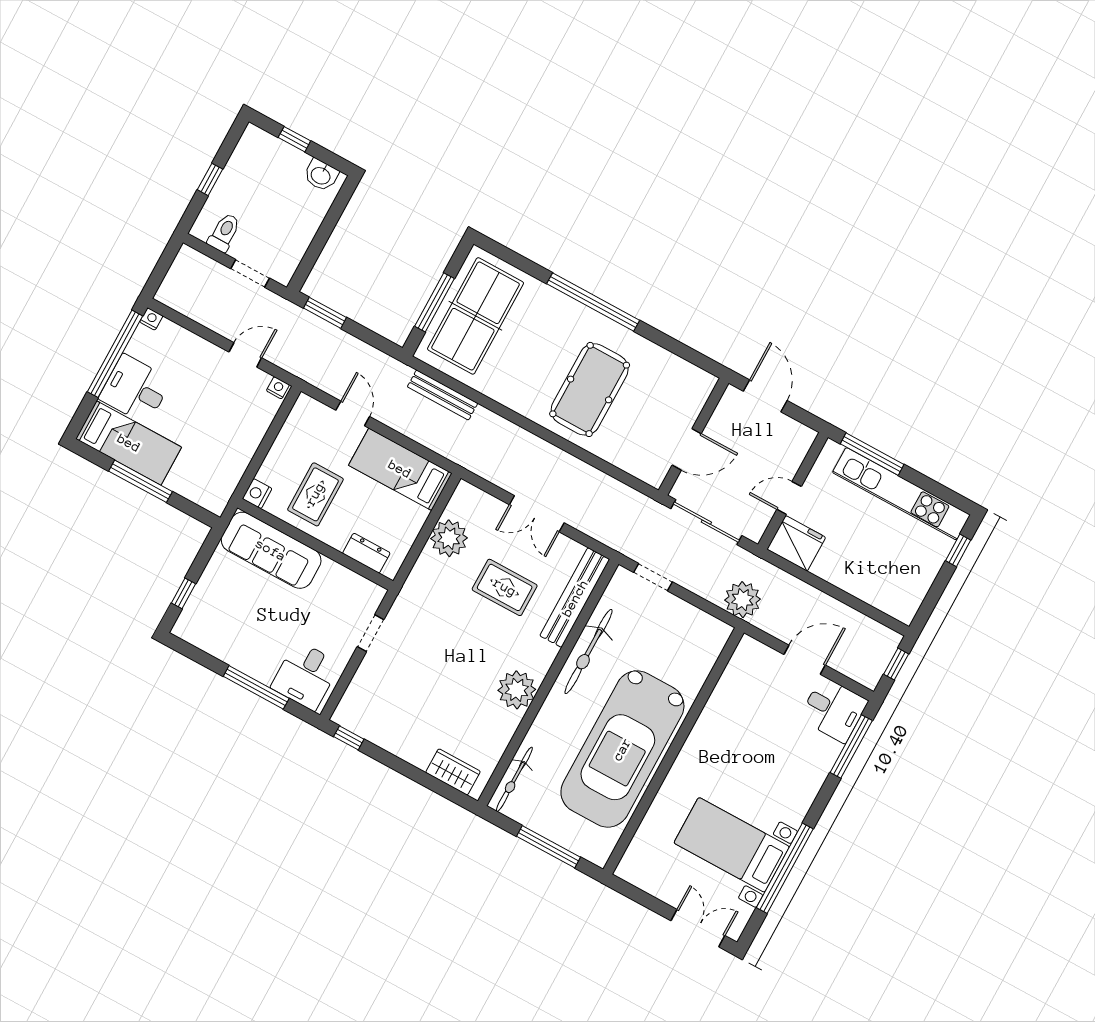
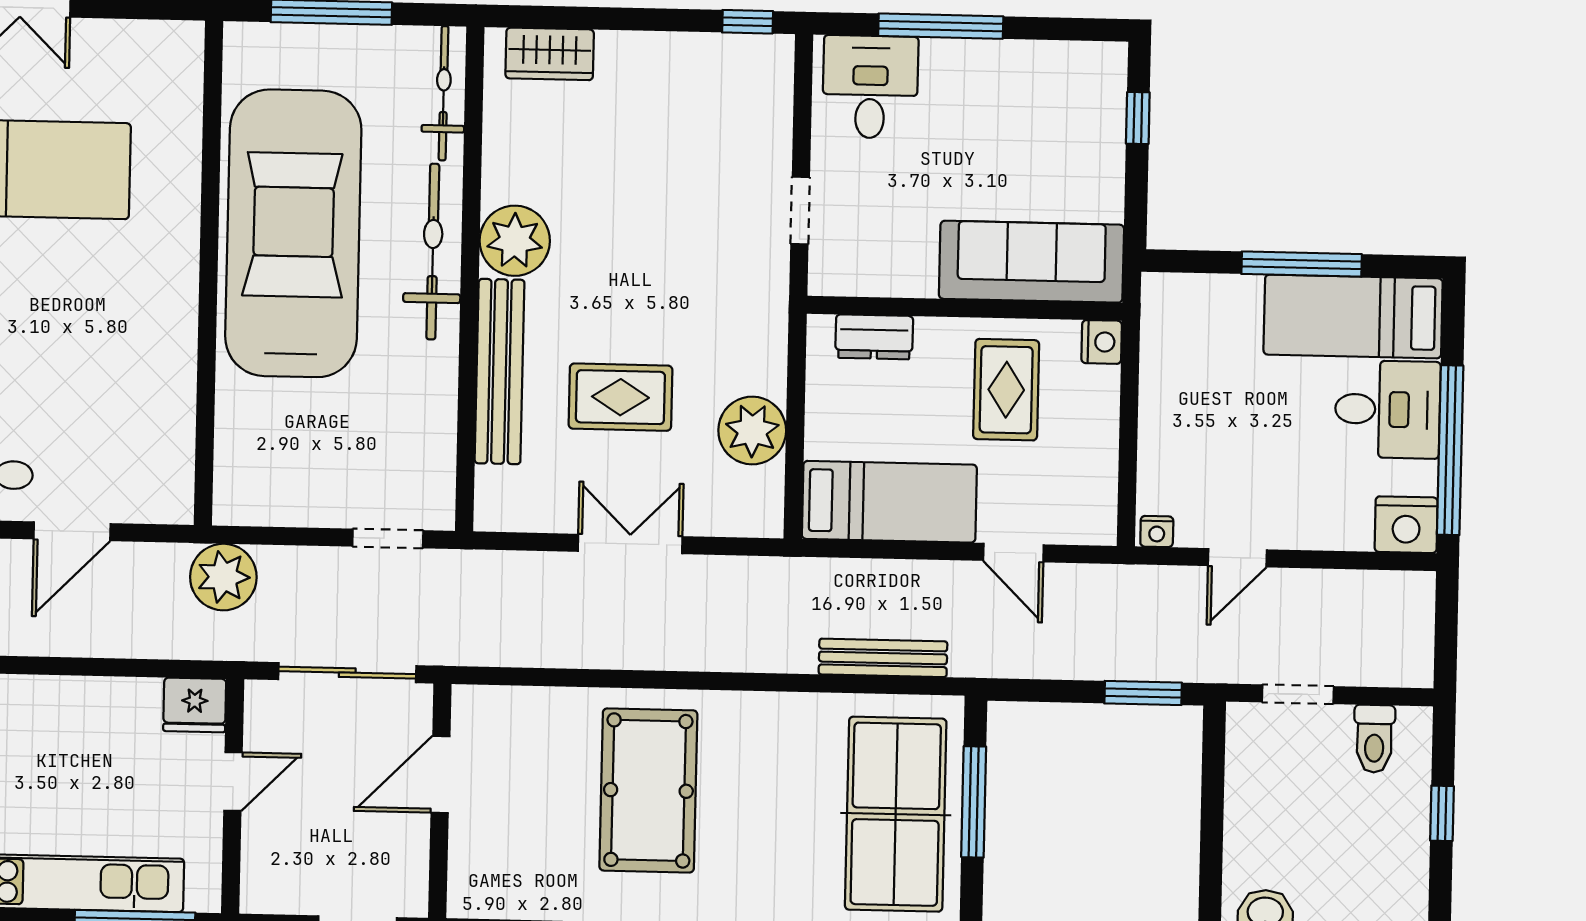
nightstand: (151, 319) -> (1406, 525), width x1.89, depth x1.79
fridge: (796, 543) -> (195, 705), width x0.73, depth x0.75
bench: (575, 598) -> (500, 371), moved
bicycle: (589, 652) -> (433, 252), moved

